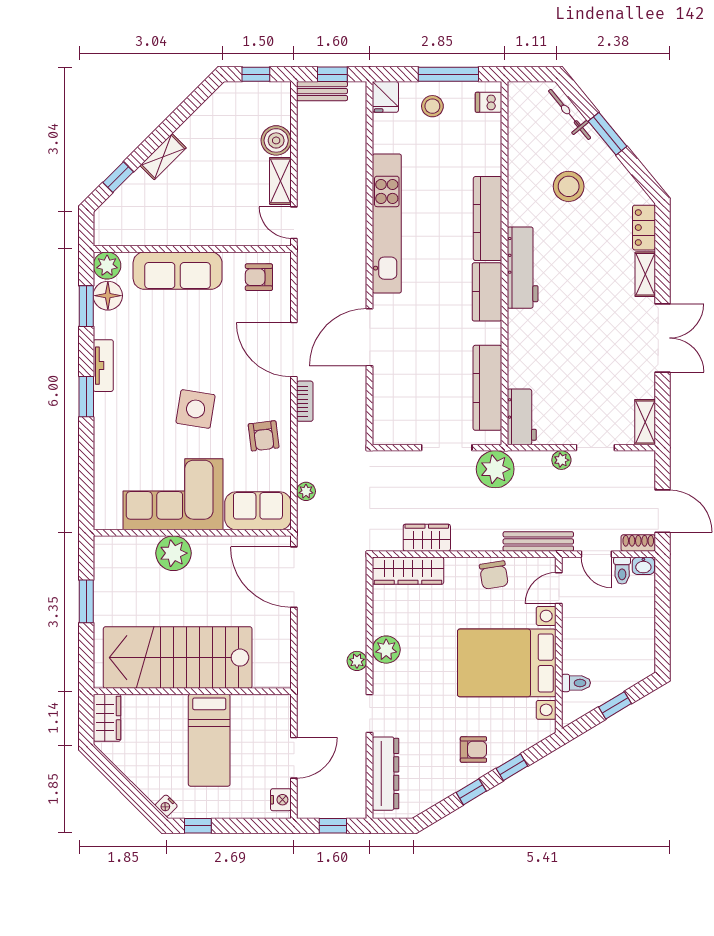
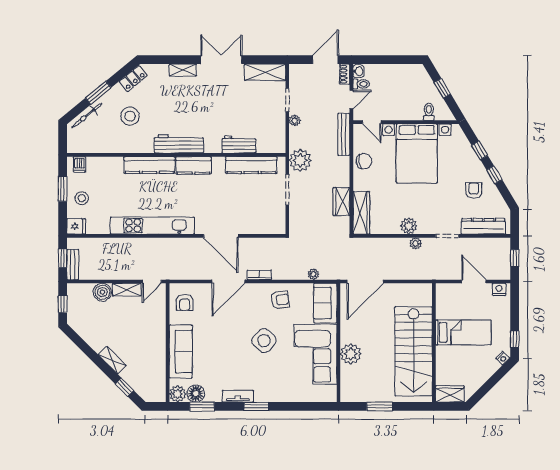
window: (448, 74) -> (63, 189), width x0.69
locker: (644, 228) -> (133, 79), moved, turned -39
side table: (196, 409) -> (264, 341), turned 33
workbench: (522, 417) -> (239, 144), moved
shelving: (645, 422) -> (265, 72), width x1.50, depth x1.33
armchair: (473, 749) -> (474, 191), moved

